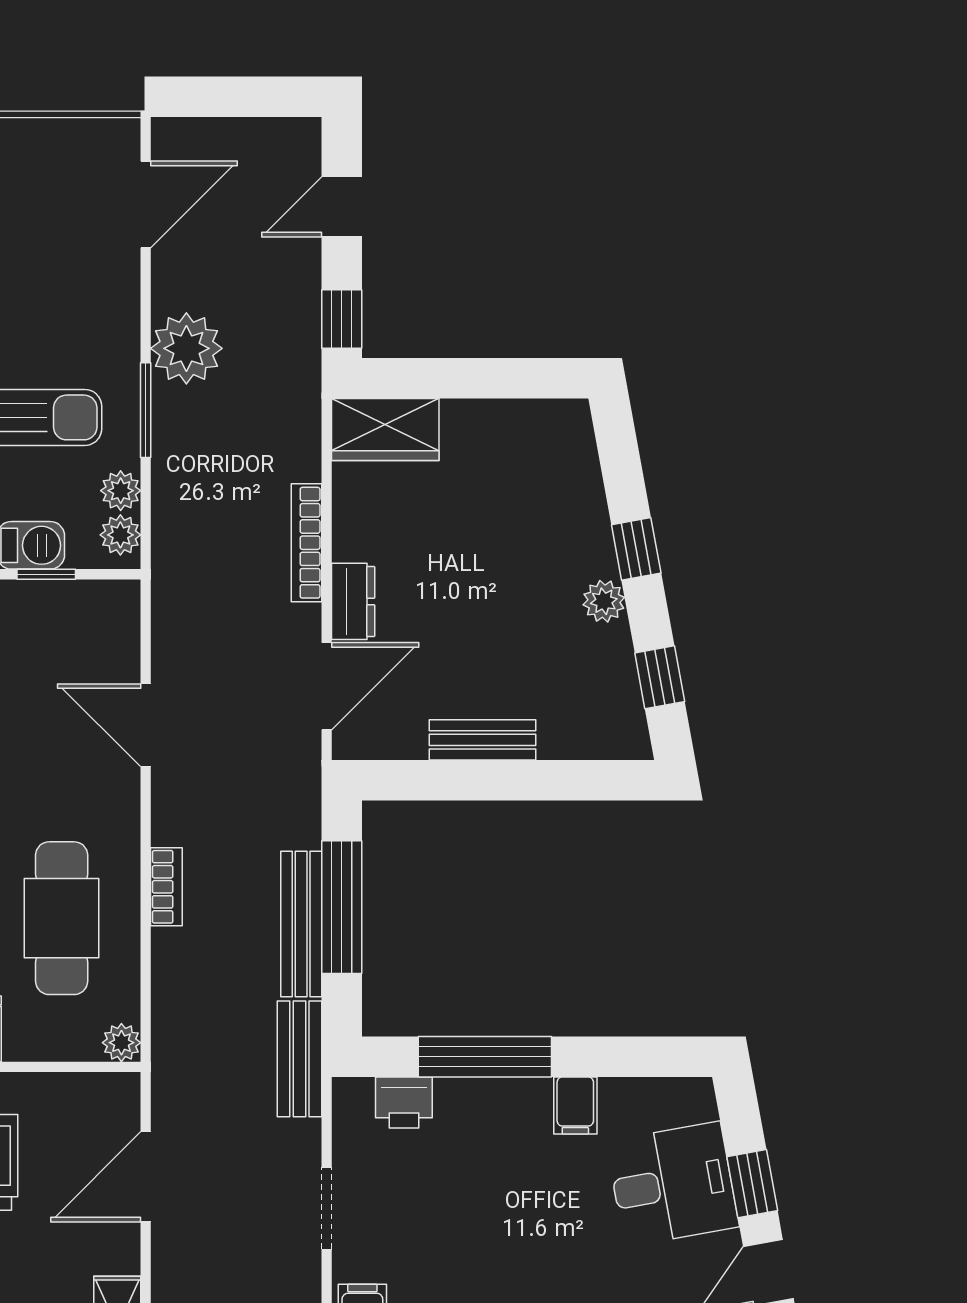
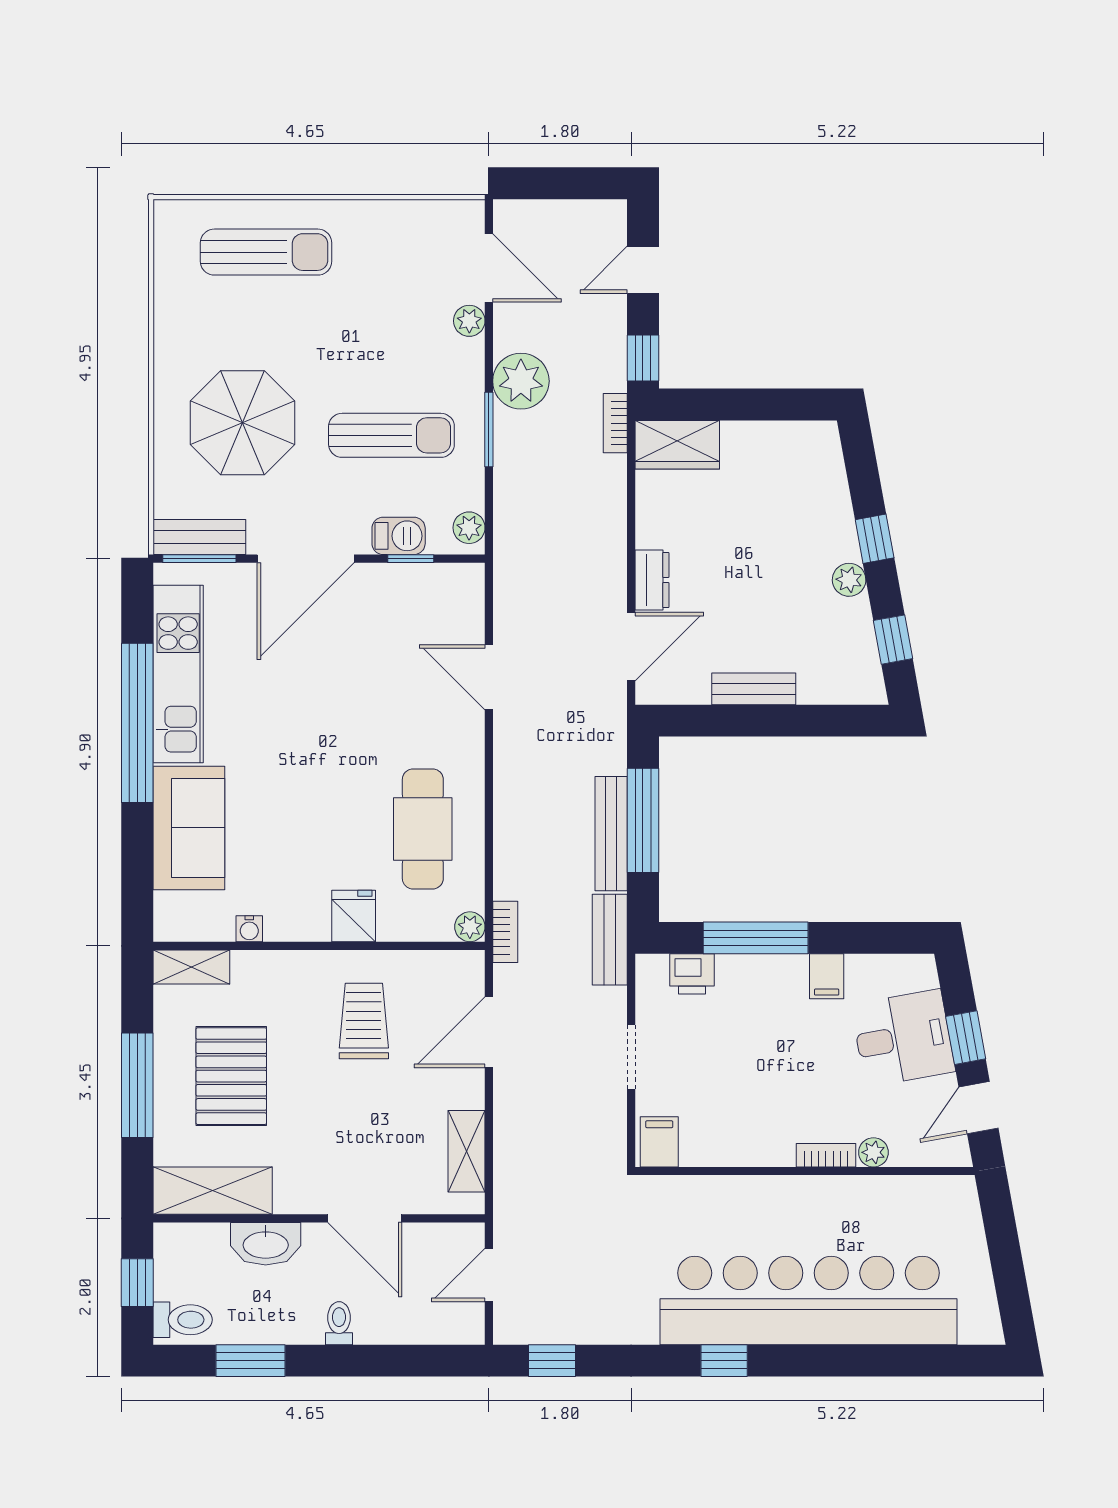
door: (146, 205) -> (489, 268), hinge flipped
plant: (121, 491) -> (469, 321), moved
bookcase: (306, 543) -> (615, 423), moved, width x0.64
bookcase: (166, 887) -> (505, 932), moved

